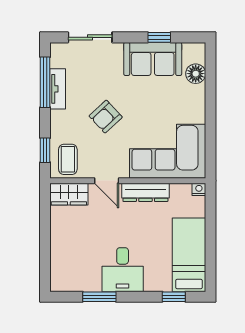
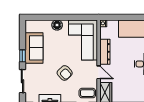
window: (159, 37) -> (22, 56), moved
floor lamp: (196, 74) -> (57, 25), moved
door: (107, 181) -> (99, 72), hinge flipped

